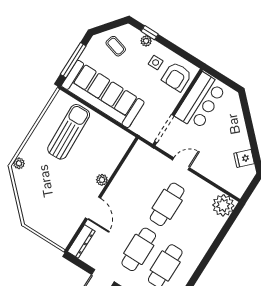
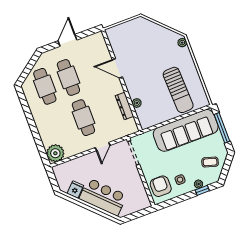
bar counter: (201, 101) -> (103, 197), moved, turned 135
plant: (102, 180) -> (137, 103), moved
dresser: (81, 241) -> (125, 106), moved

